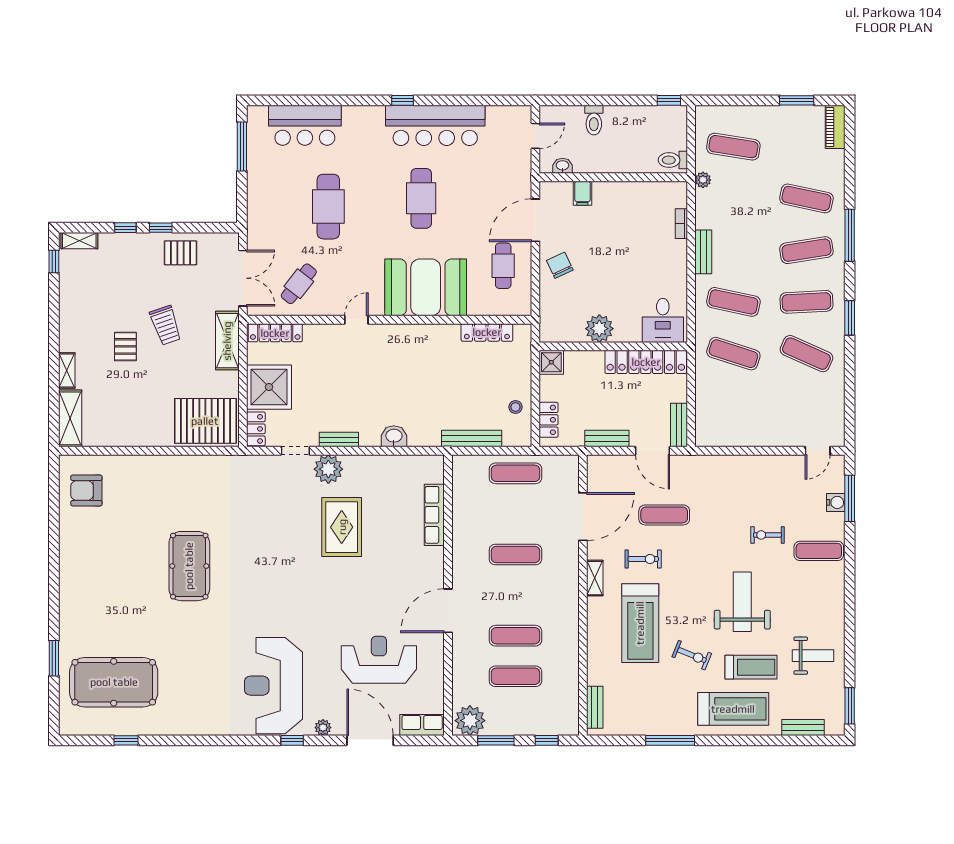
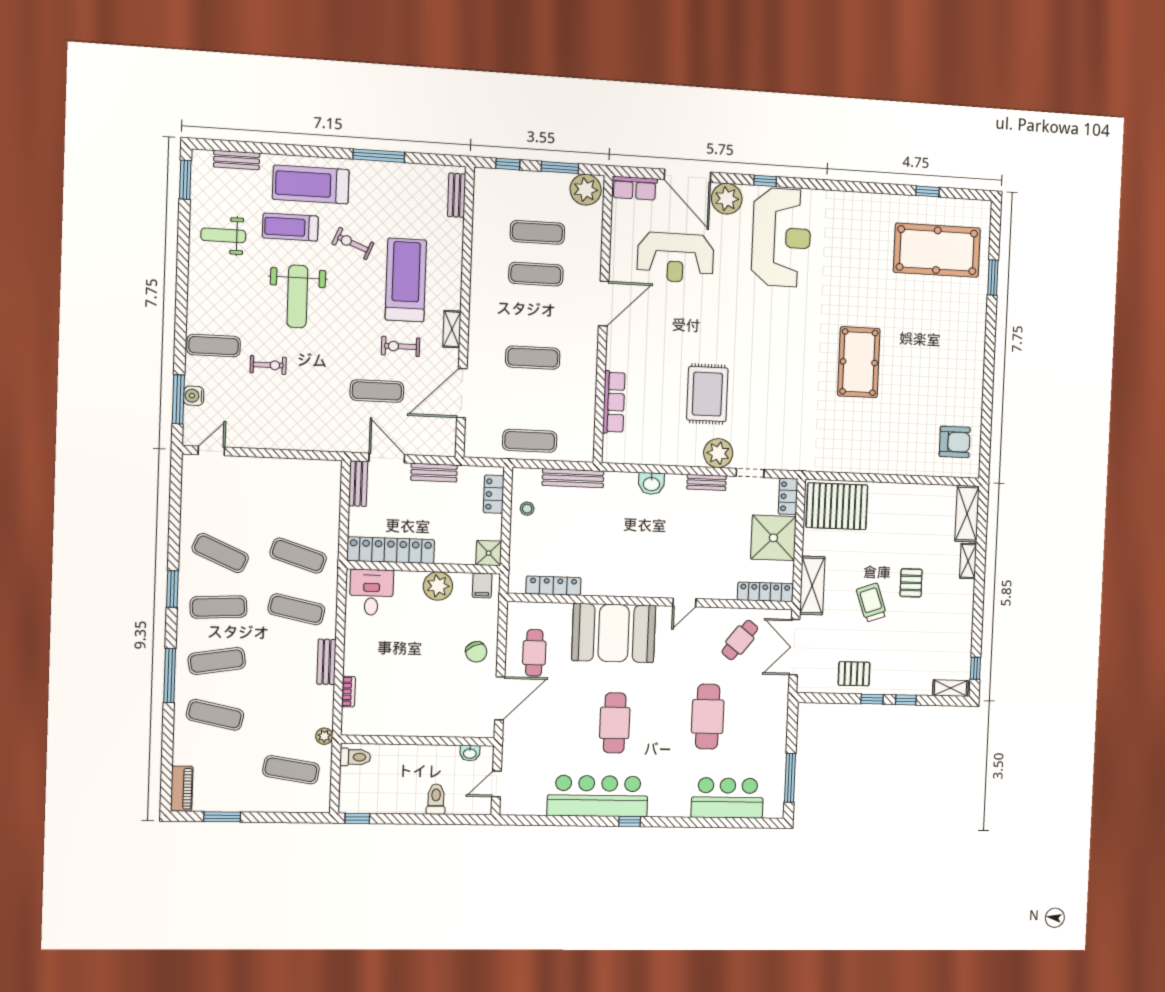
filing cabinet: (582, 193) -> (482, 585), moved, turned 180
plant: (323, 728) -> (727, 199), width x1.87, depth x1.87

